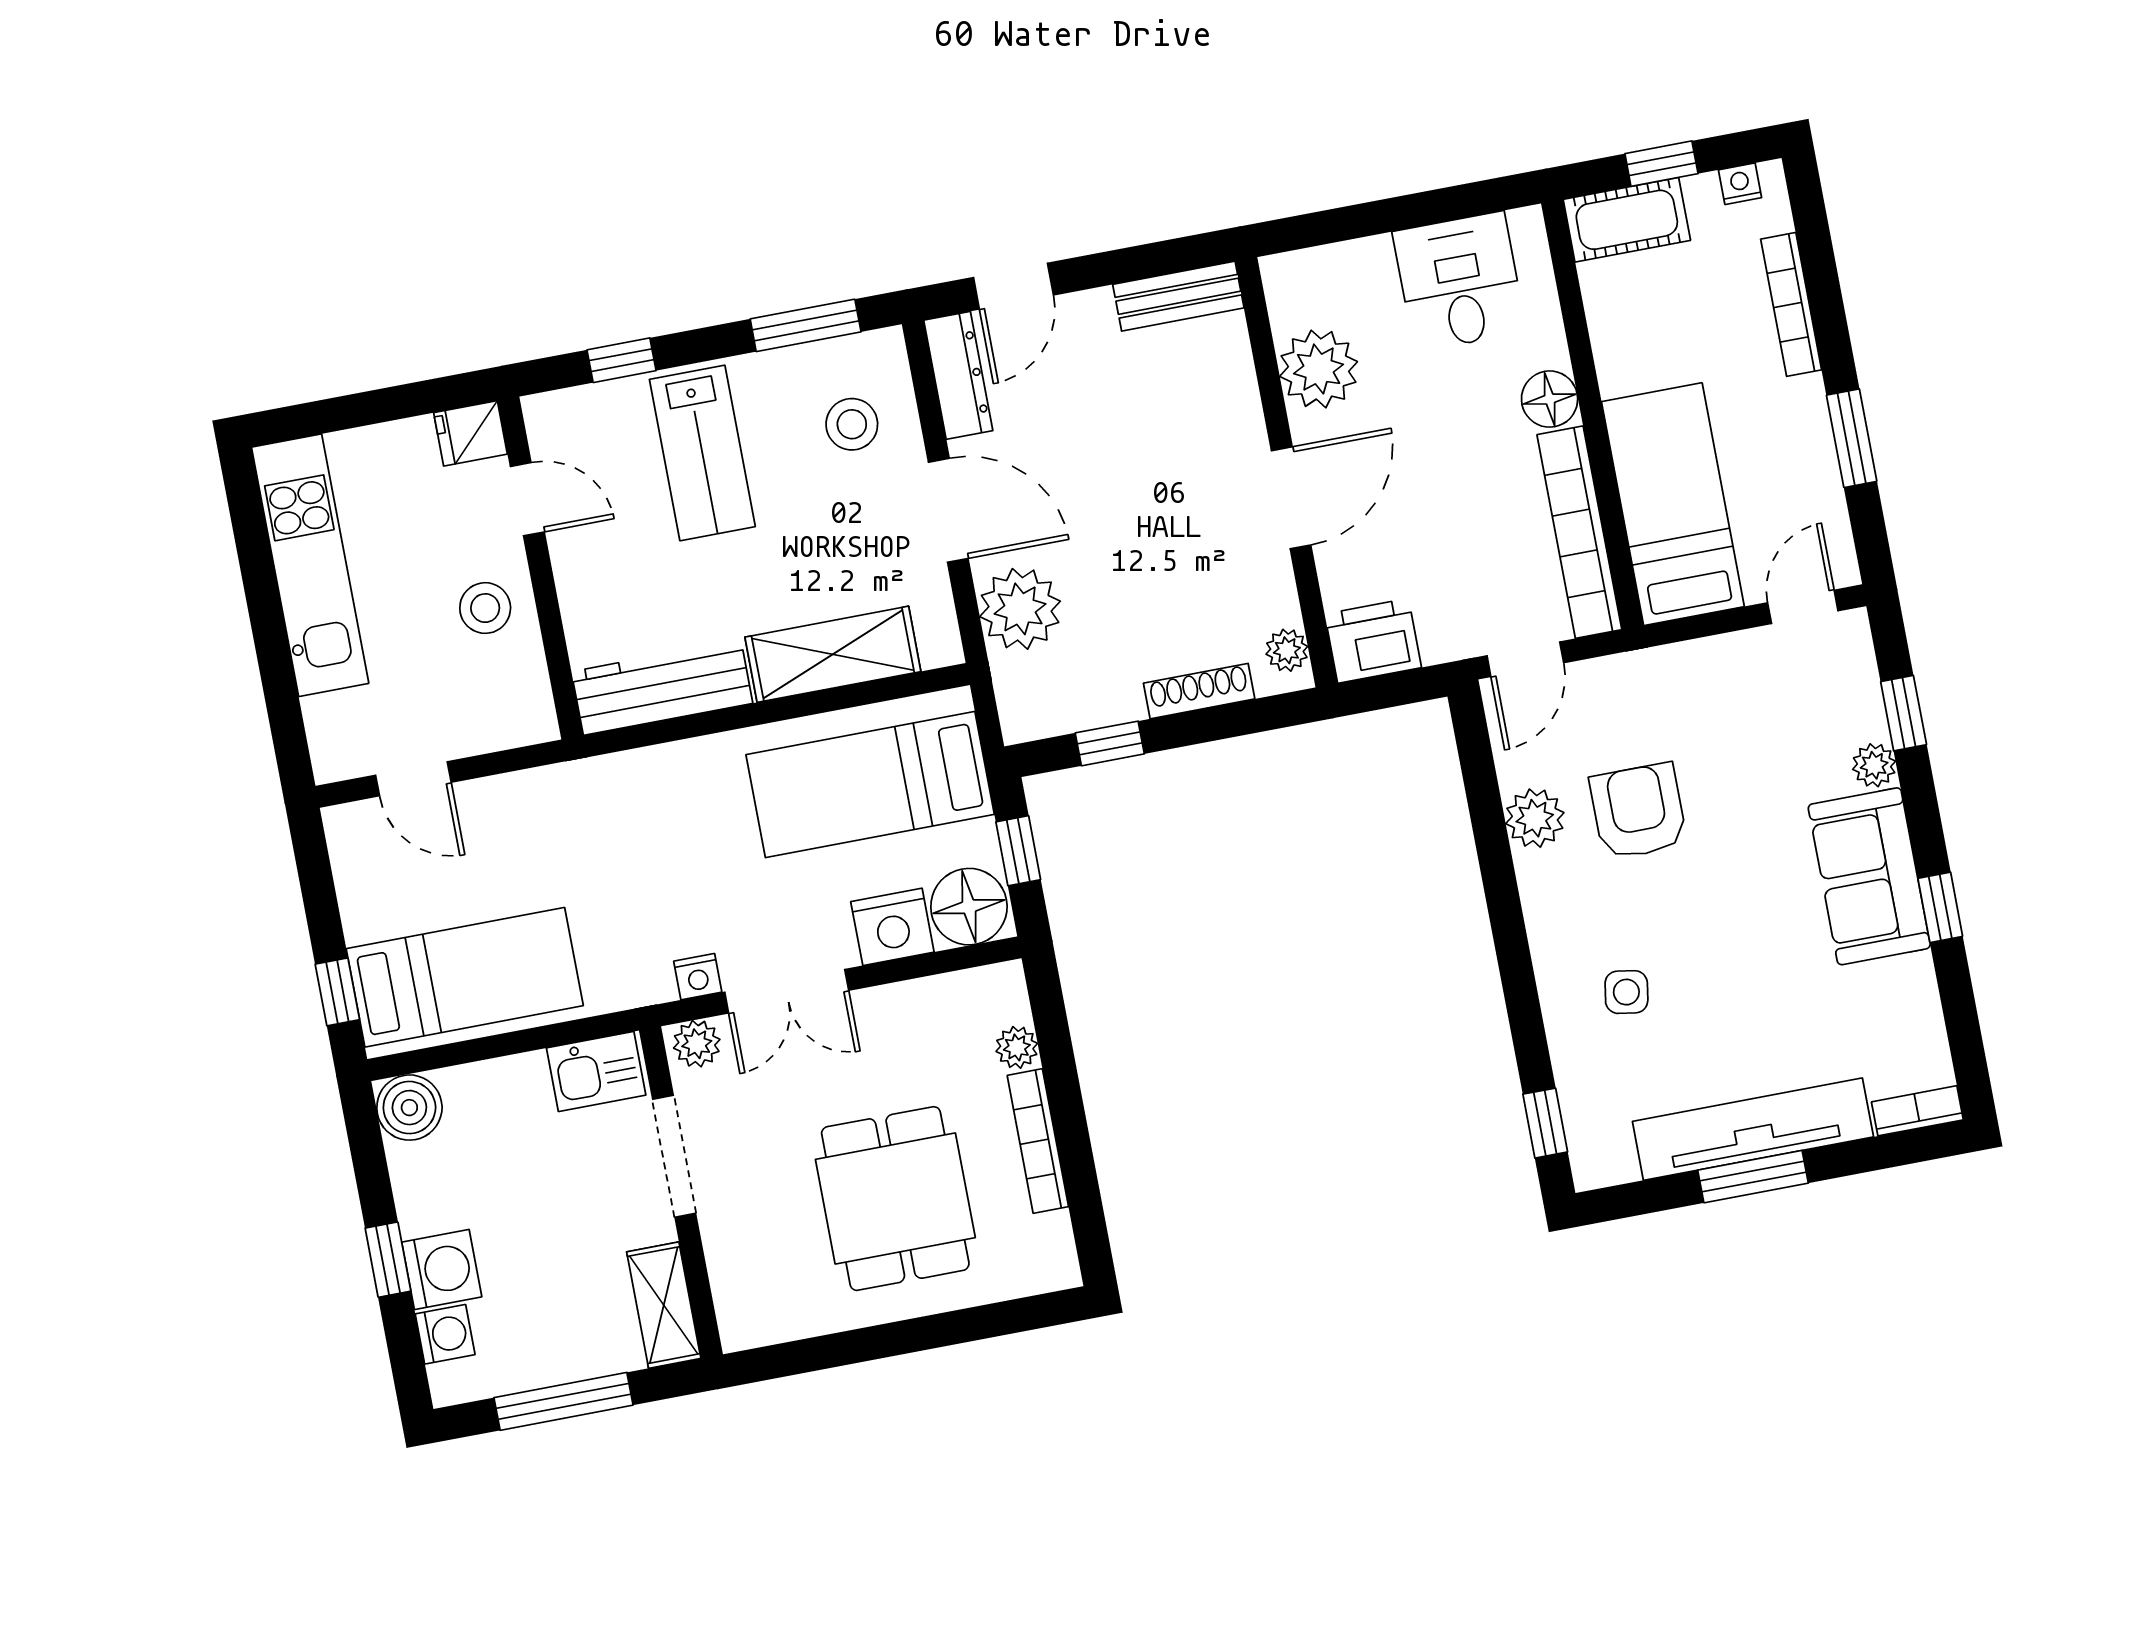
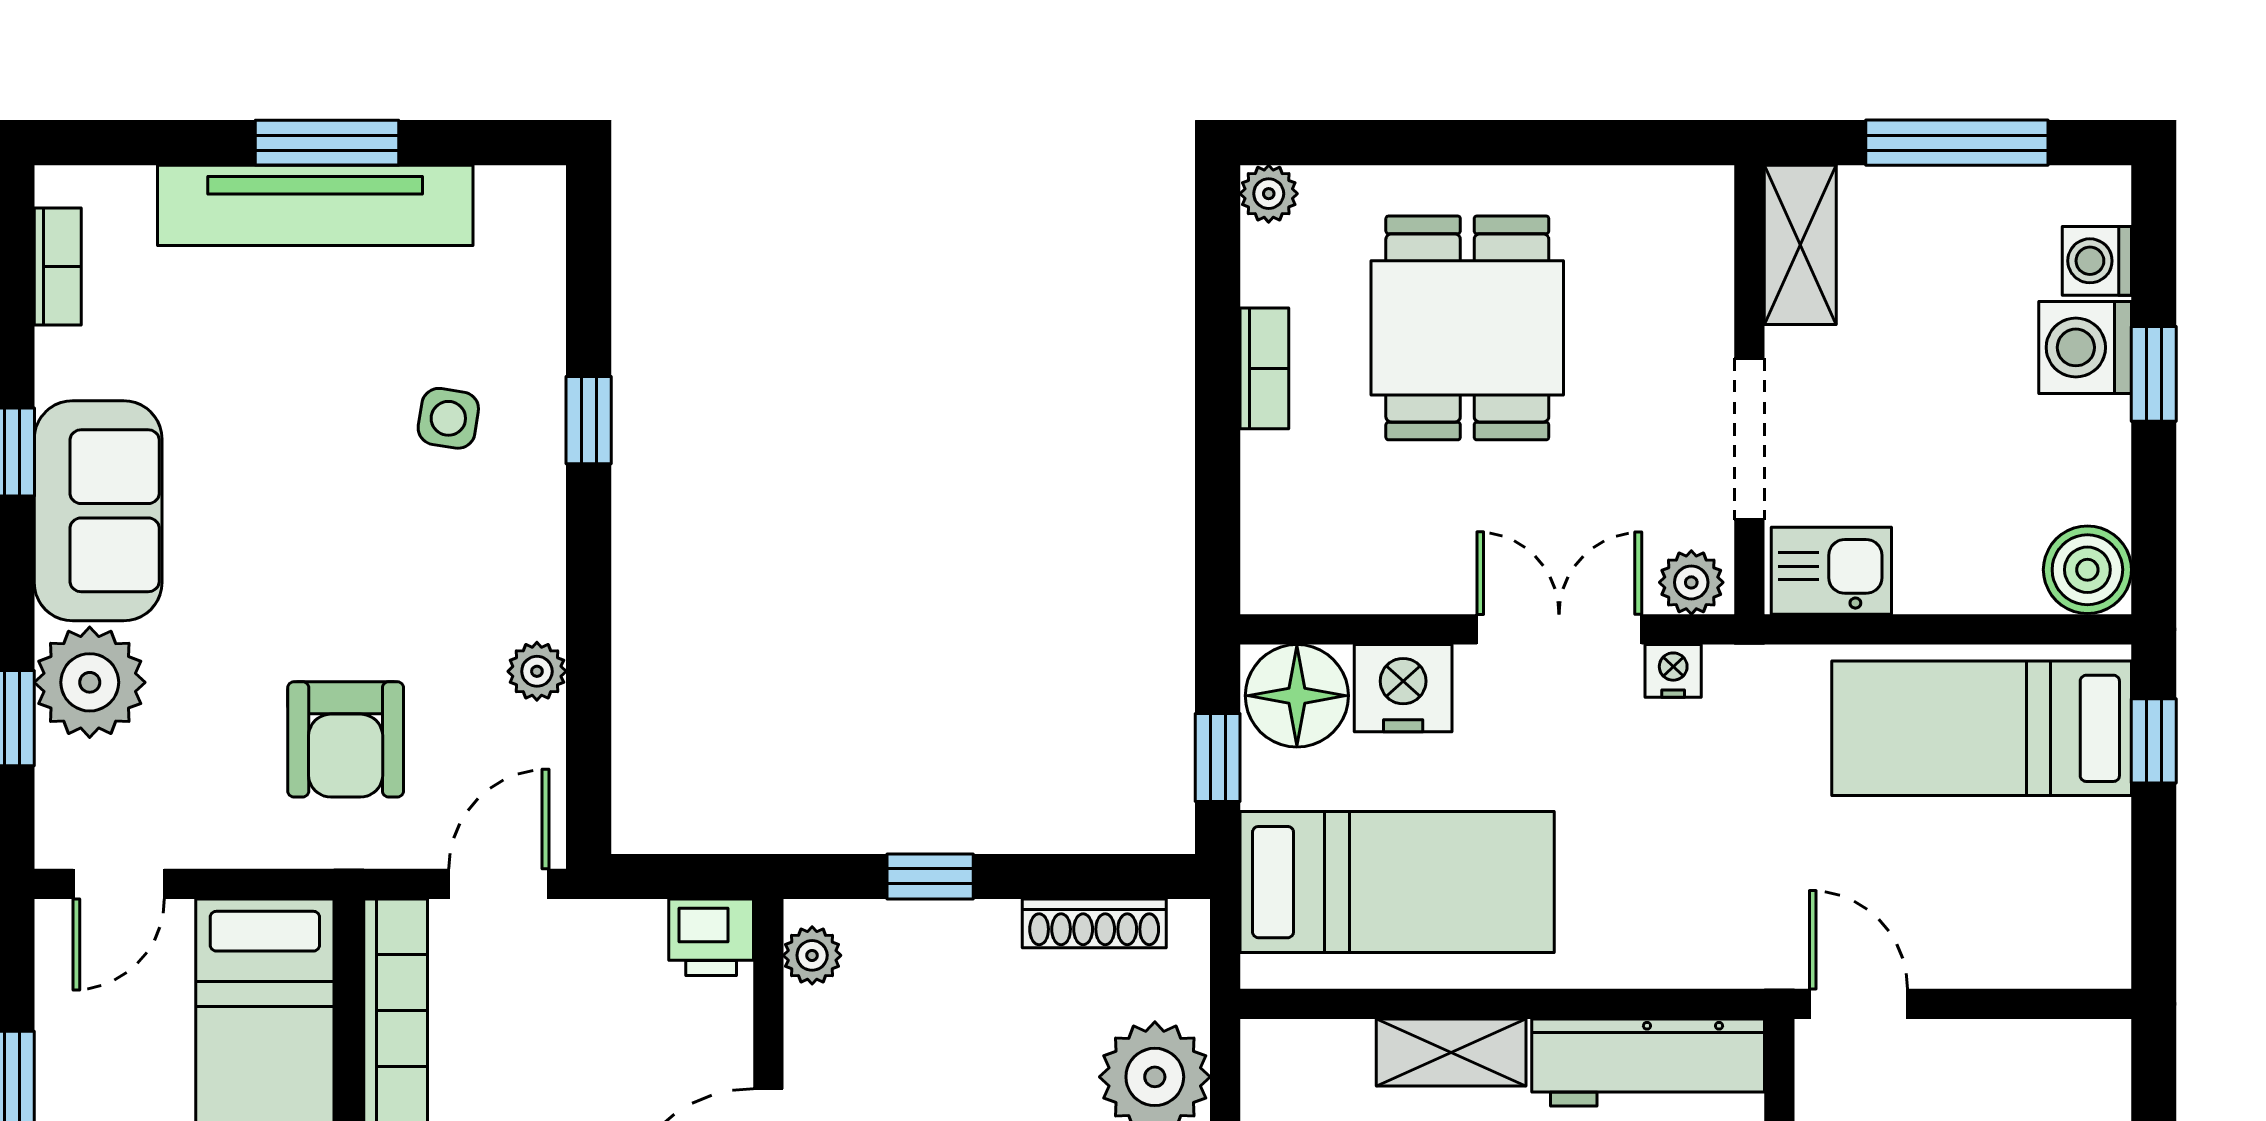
printer: (1373, 641) -> (711, 937), width x0.73, depth x0.81
shelving: (833, 654) -> (1451, 1052), width x0.67, depth x0.75
shoe rack: (1199, 691) -> (1094, 923), moved
window: (1110, 743) -> (930, 876), moved
plant: (1874, 765) -> (90, 682), width x1.88, depth x1.88
door: (413, 779) -> (1859, 1004), moved
armchair: (1638, 811) -> (346, 739), moved
plant: (1535, 818) -> (537, 671), width x0.73, depth x0.73
plant: (1017, 1047) -> (1269, 194), moved
bookcase: (1917, 1111) -> (58, 266), moved, turned -90
window: (1545, 1123) -> (589, 420), moved
bookcase: (1038, 1141) -> (1264, 368), width x0.64

